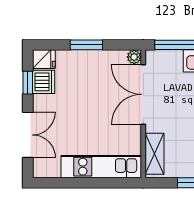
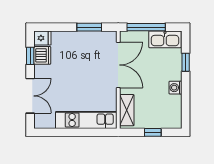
window: (86, 45) -> (89, 27), moved
plant: (134, 57) -> (111, 36), removed
double door: (143, 94) -> (118, 65), swing flipped

